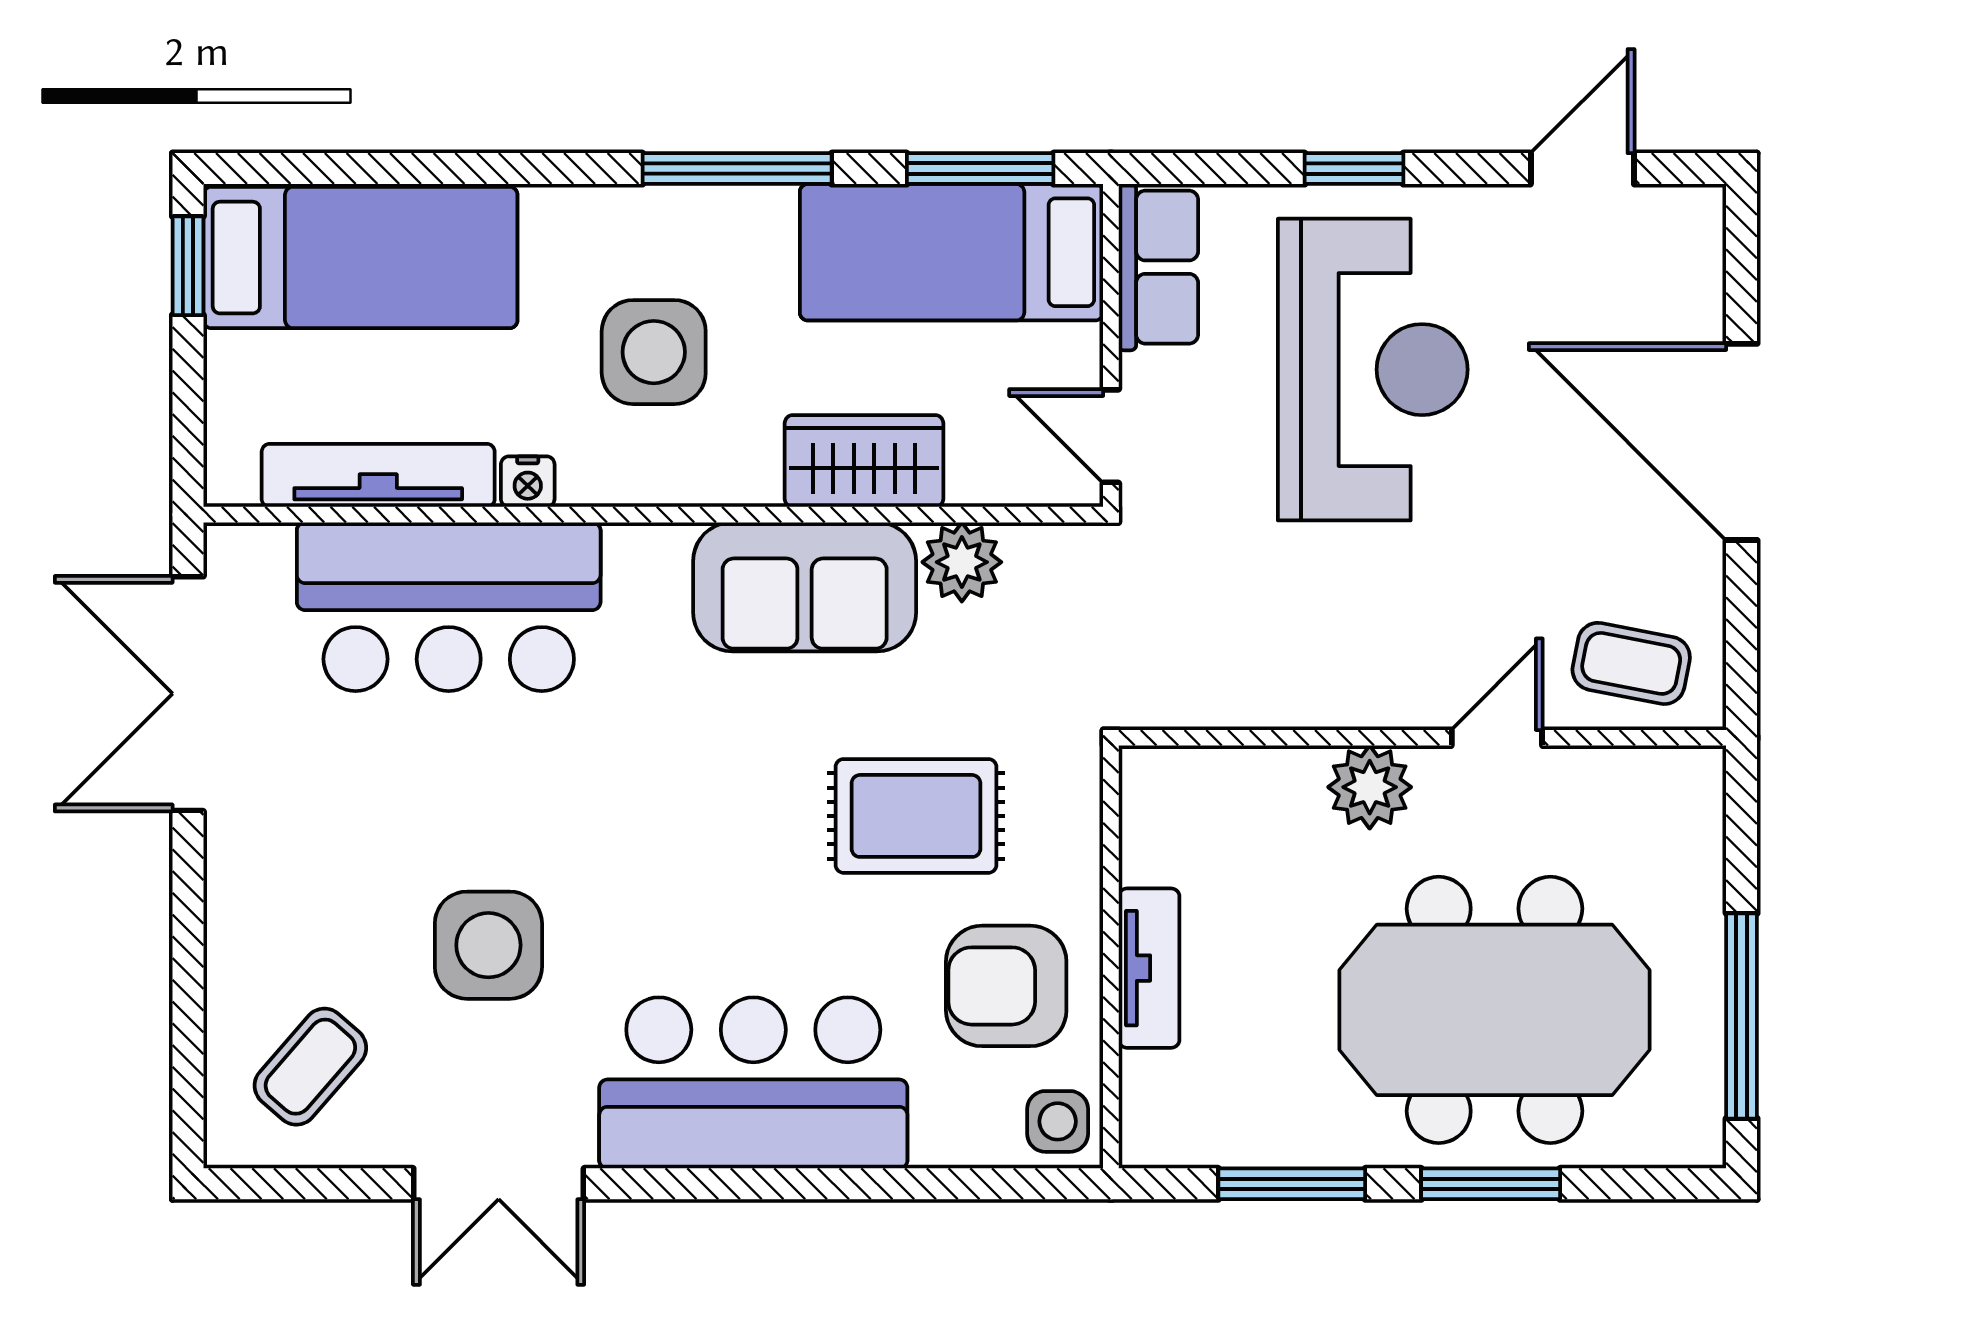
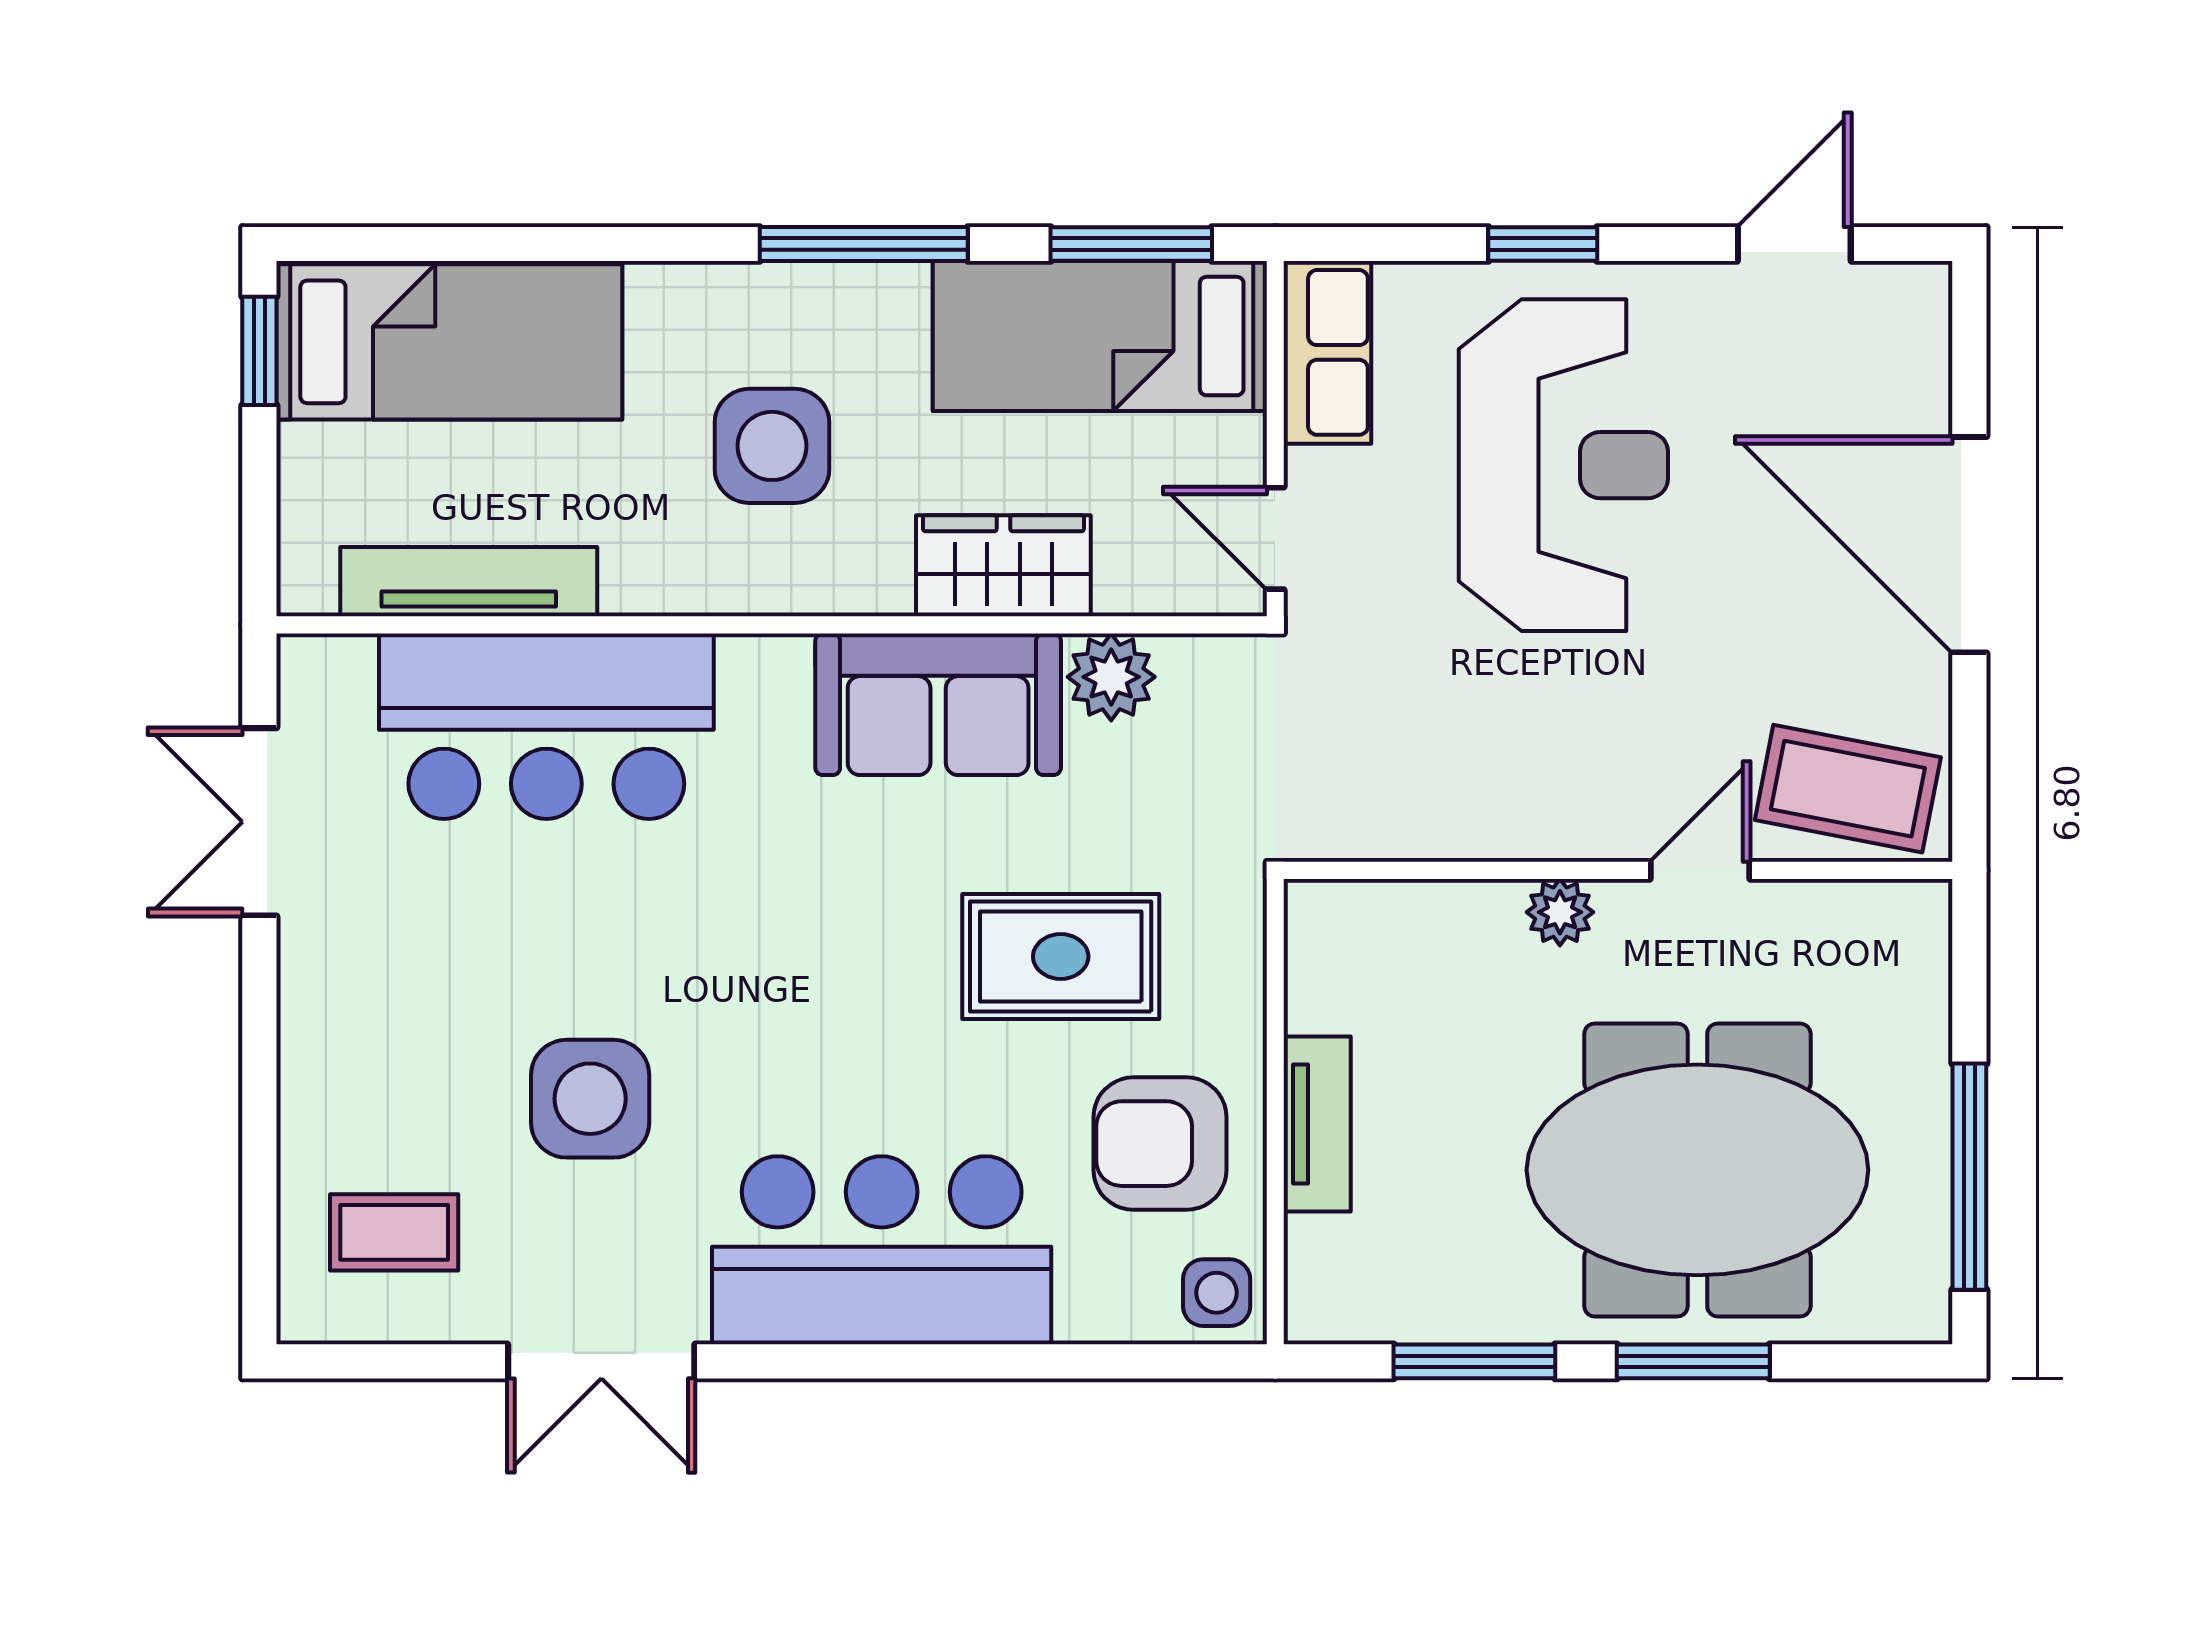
nightstand: (528, 482) -> (633, 589), removed
coffee table: (1631, 663) -> (1848, 789), width x1.36, depth x1.30
double door: (188, 694) -> (259, 822), width x0.73
plant: (1370, 787) -> (1560, 912), width x0.73, depth x0.73
coffee table: (310, 1067) -> (394, 1232), turned 49

